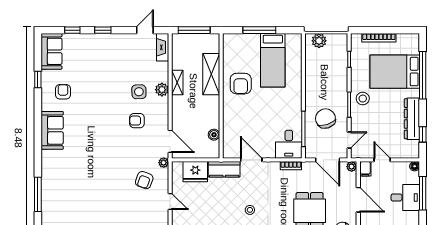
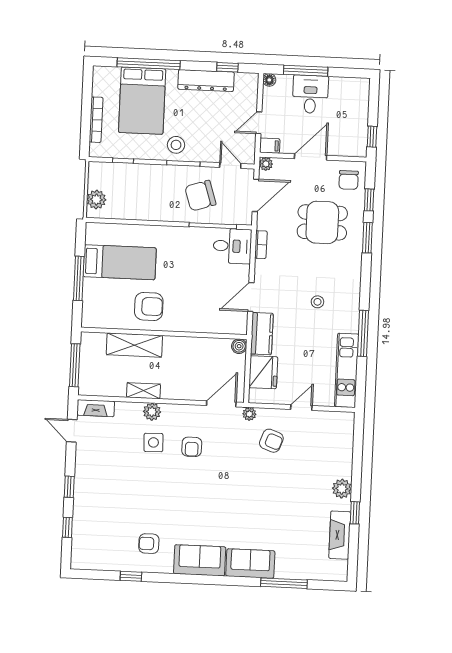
sofa: (52, 51) -> (250, 563), moved
boiler: (214, 135) -> (239, 346), moved

